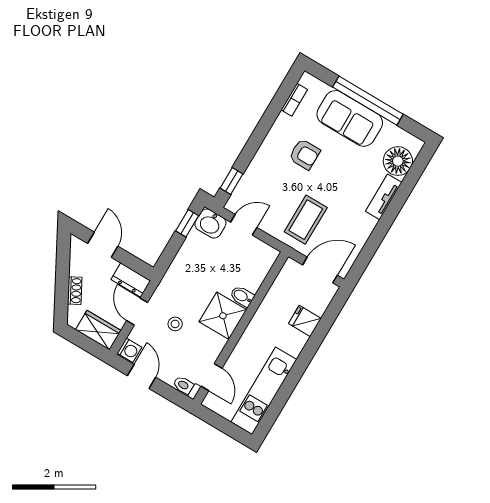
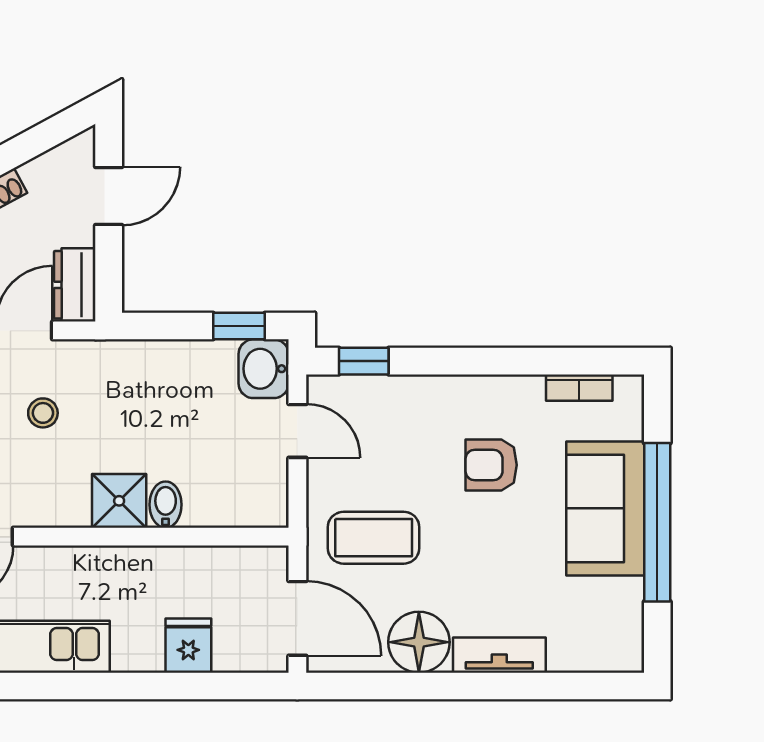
armchair: (304, 154) -> (491, 465), turned 90
floor lamp: (398, 161) -> (419, 642), moved
shower: (223, 316) -> (119, 501), width x0.73, depth x0.73

